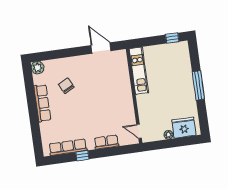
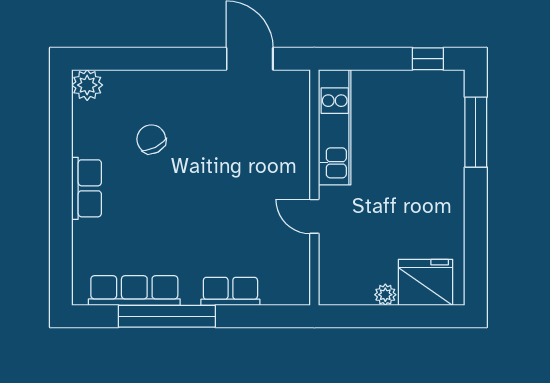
window: (198, 85) -> (476, 132), moved
row of seats: (42, 103) -> (87, 188), width x0.68
door: (139, 131) -> (314, 216), moved
window: (82, 156) -> (167, 316), width x3.17

